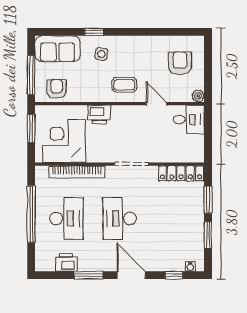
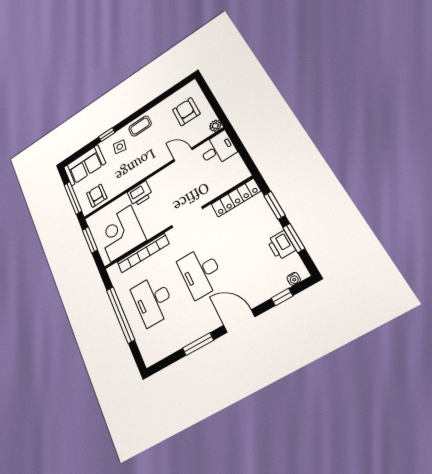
coffee table: (124, 85) -> (140, 126), moved
desk: (67, 219) -> (153, 300), turned 180
printer: (66, 263) -> (281, 245), moved, turned -90

